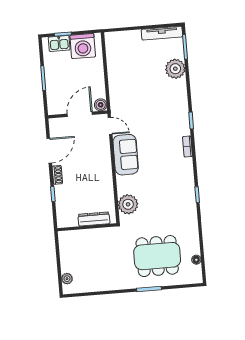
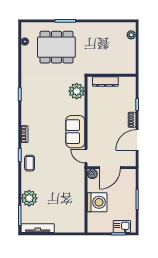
washing machine: (83, 46) -> (97, 202), moved, turned 90
coffee table: (178, 112) -> (30, 163), added

